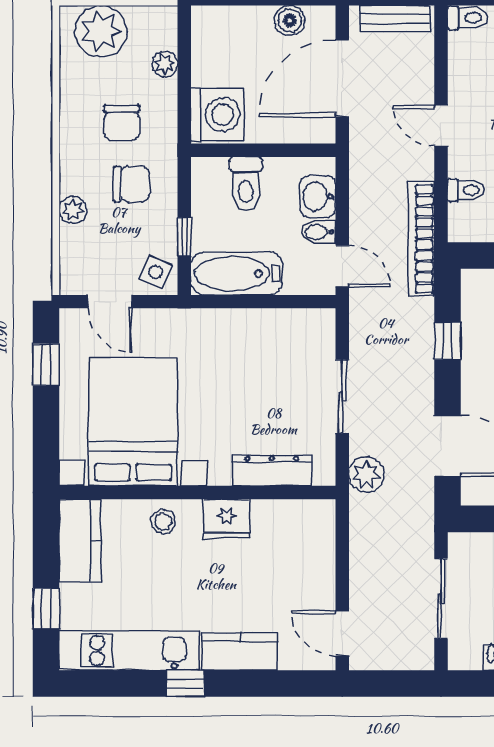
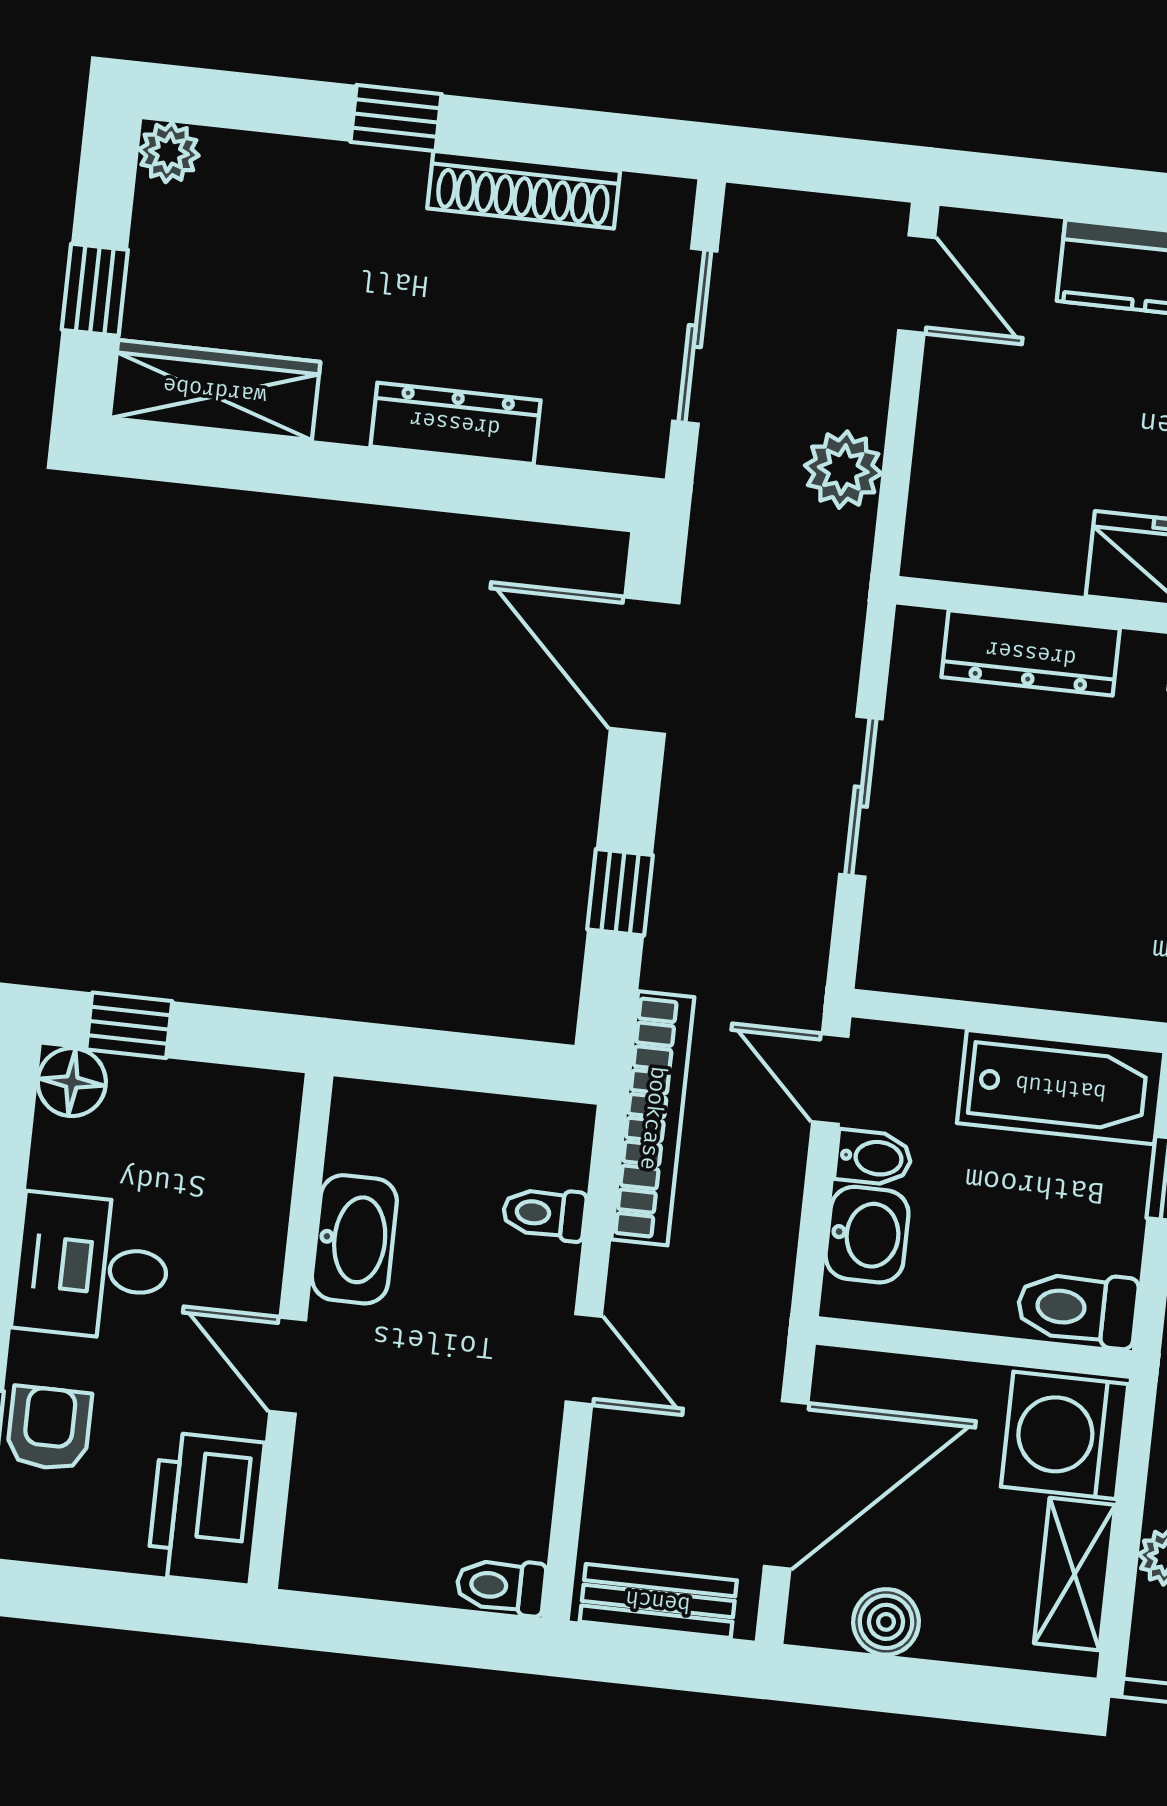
shelving: (206, 52) -> (1075, 1574), added
toilet: (246, 184) -> (1077, 1308), moved, turned -90
plant: (367, 475) -> (843, 470), moved

